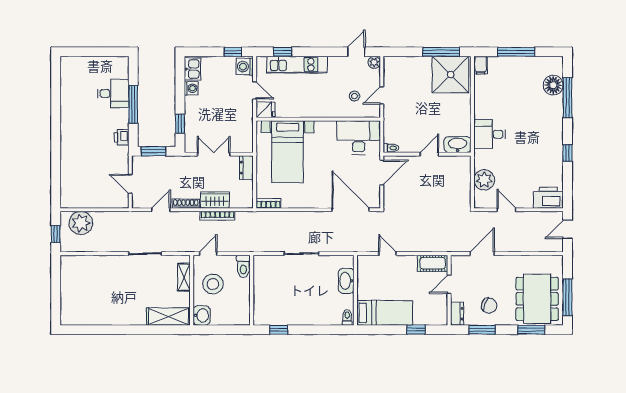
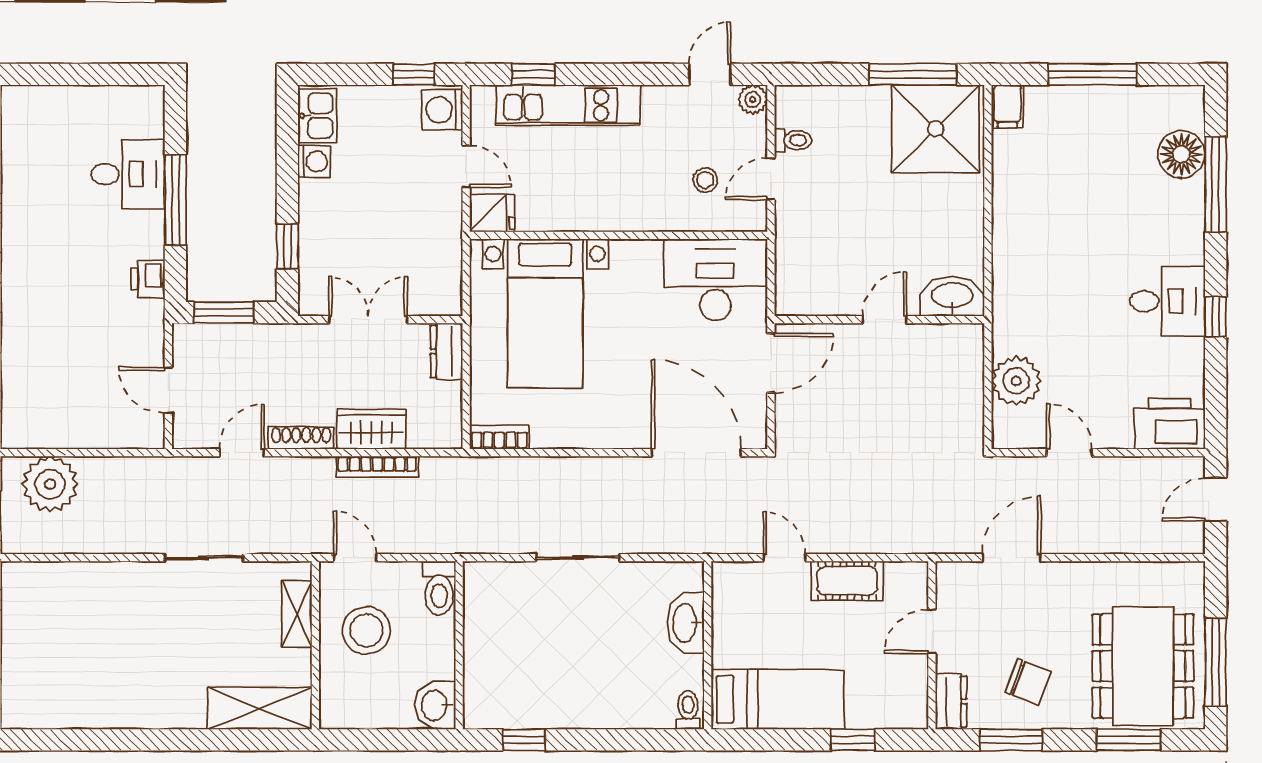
desk: (490, 134) -> (1168, 301), moved, turned 180
toilet: (391, 148) -> (793, 140), moved
door: (208, 254) -> (355, 558), hinge flipped
cot: (433, 263) -> (847, 581), moved
washbasin: (202, 315) -> (435, 705), moved, turned 180

